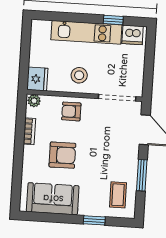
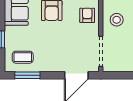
window: (142, 175) -> (27, 75), moved

